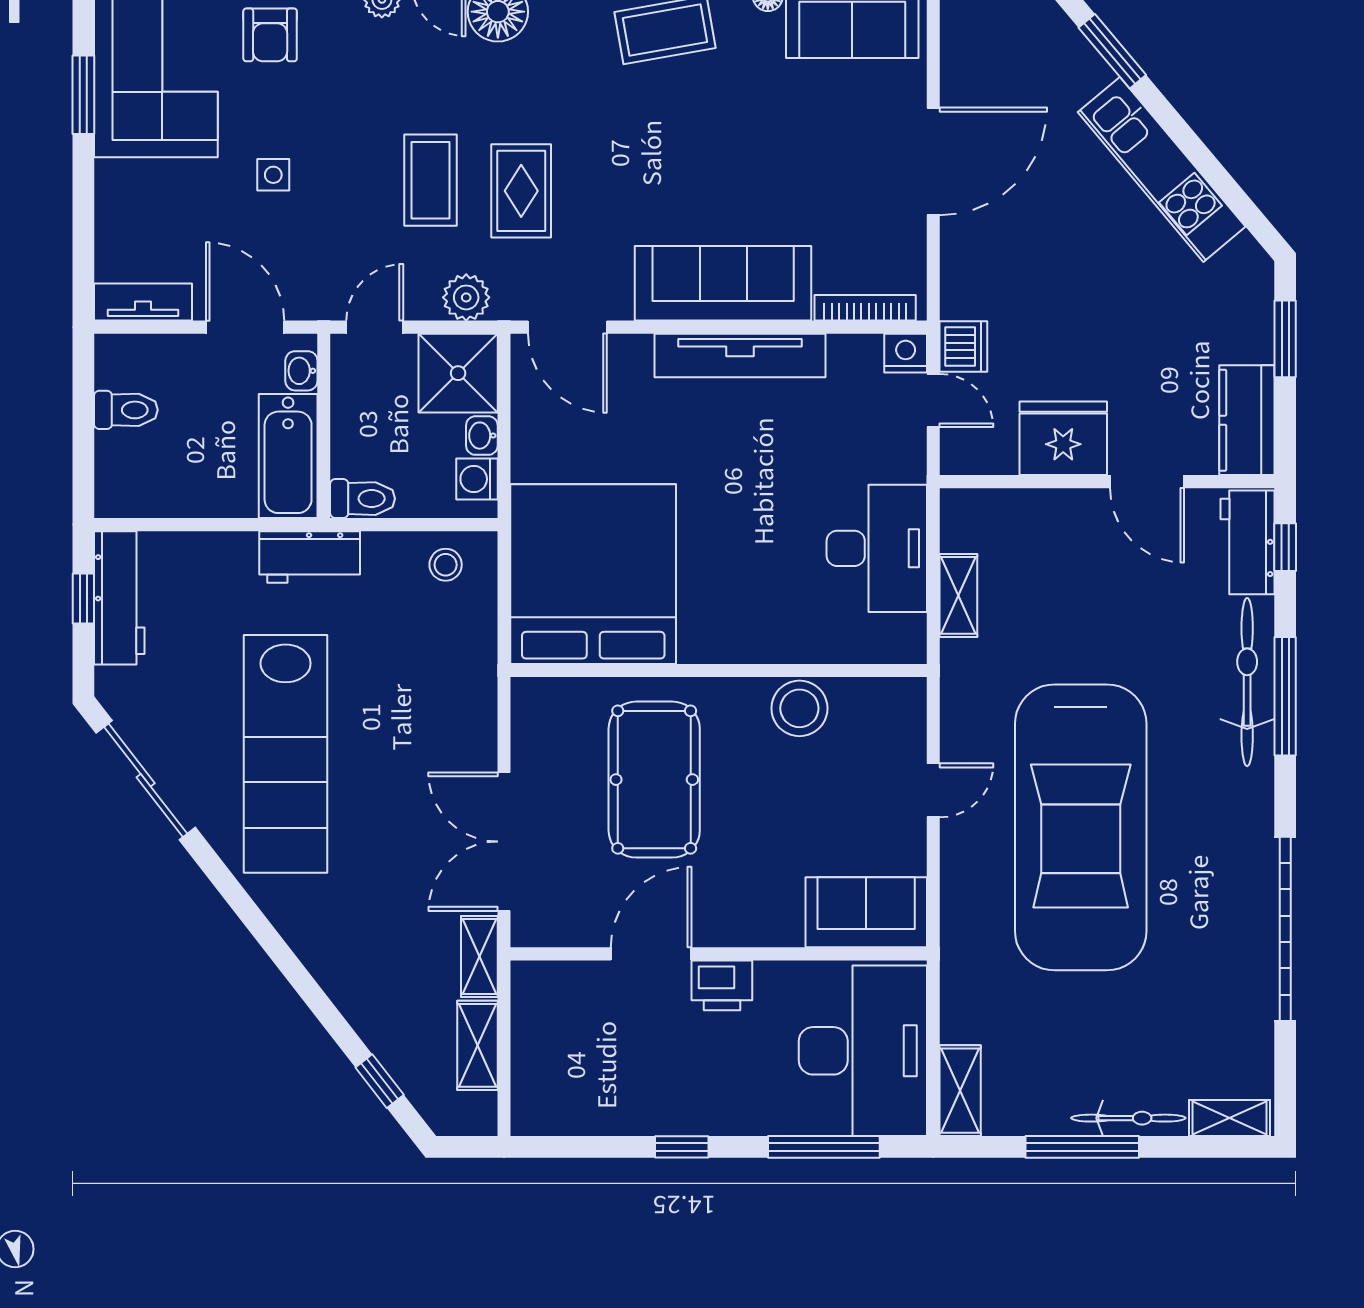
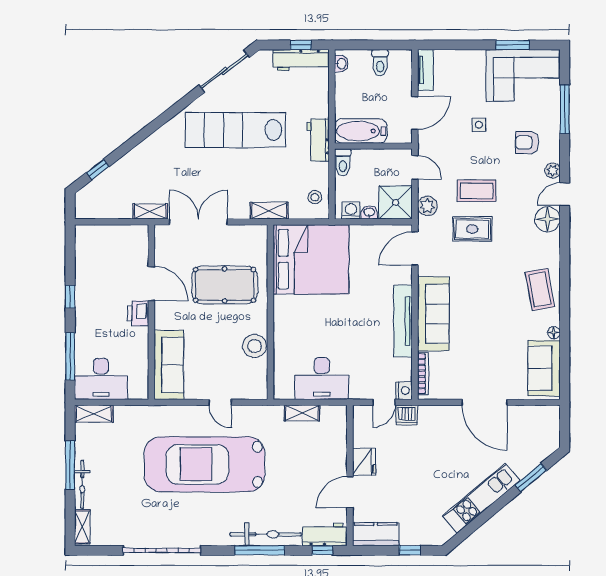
armchair: (270, 35) -> (527, 142), moved
window: (1285, 339) -> (410, 550), width x0.67
washbasin: (301, 371) -> (341, 64), moved, turned 90
fridge: (1063, 438) -> (364, 462), width x0.73, depth x0.75
sofa: (866, 912) -> (169, 365), width x1.36
shelving: (477, 1045) -> (269, 211), moved
desk: (863, 1051) -> (101, 379), width x0.73, depth x0.77

